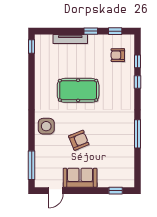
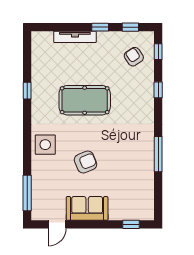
window: (32, 46) -> (27, 91), moved
armchair: (118, 55) -> (134, 57), turned 56
window: (138, 61) -> (158, 52), moved

